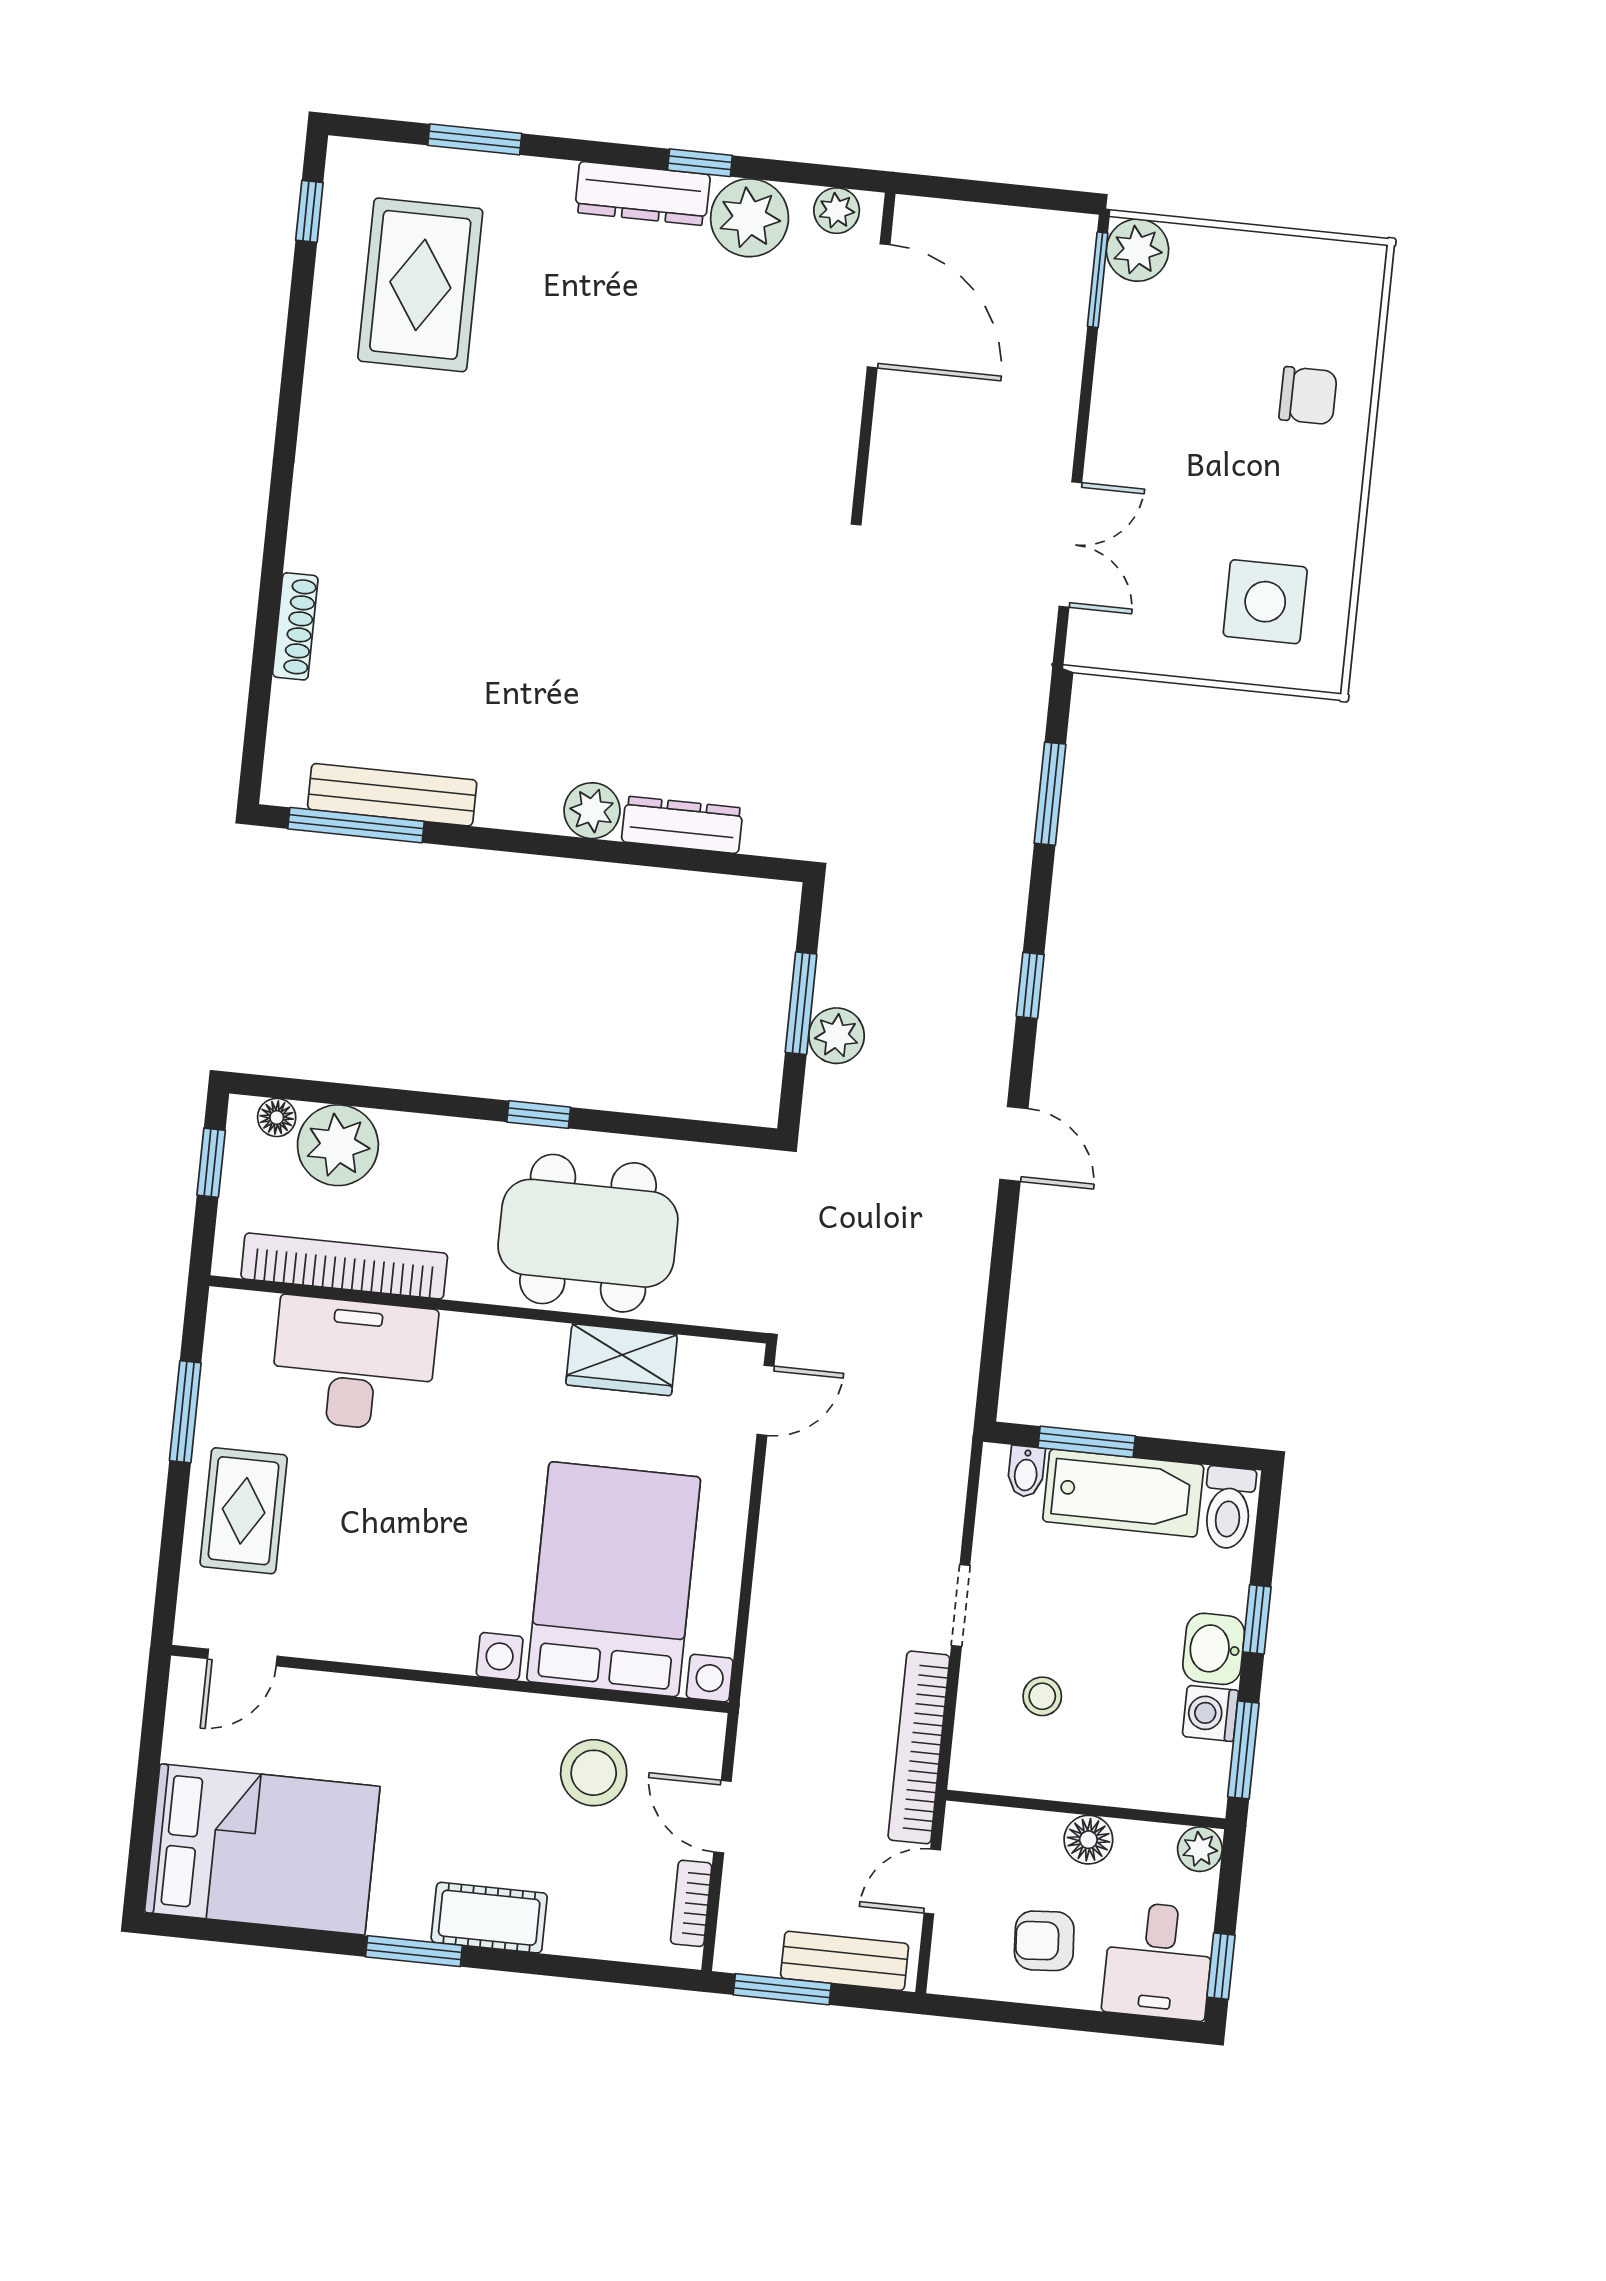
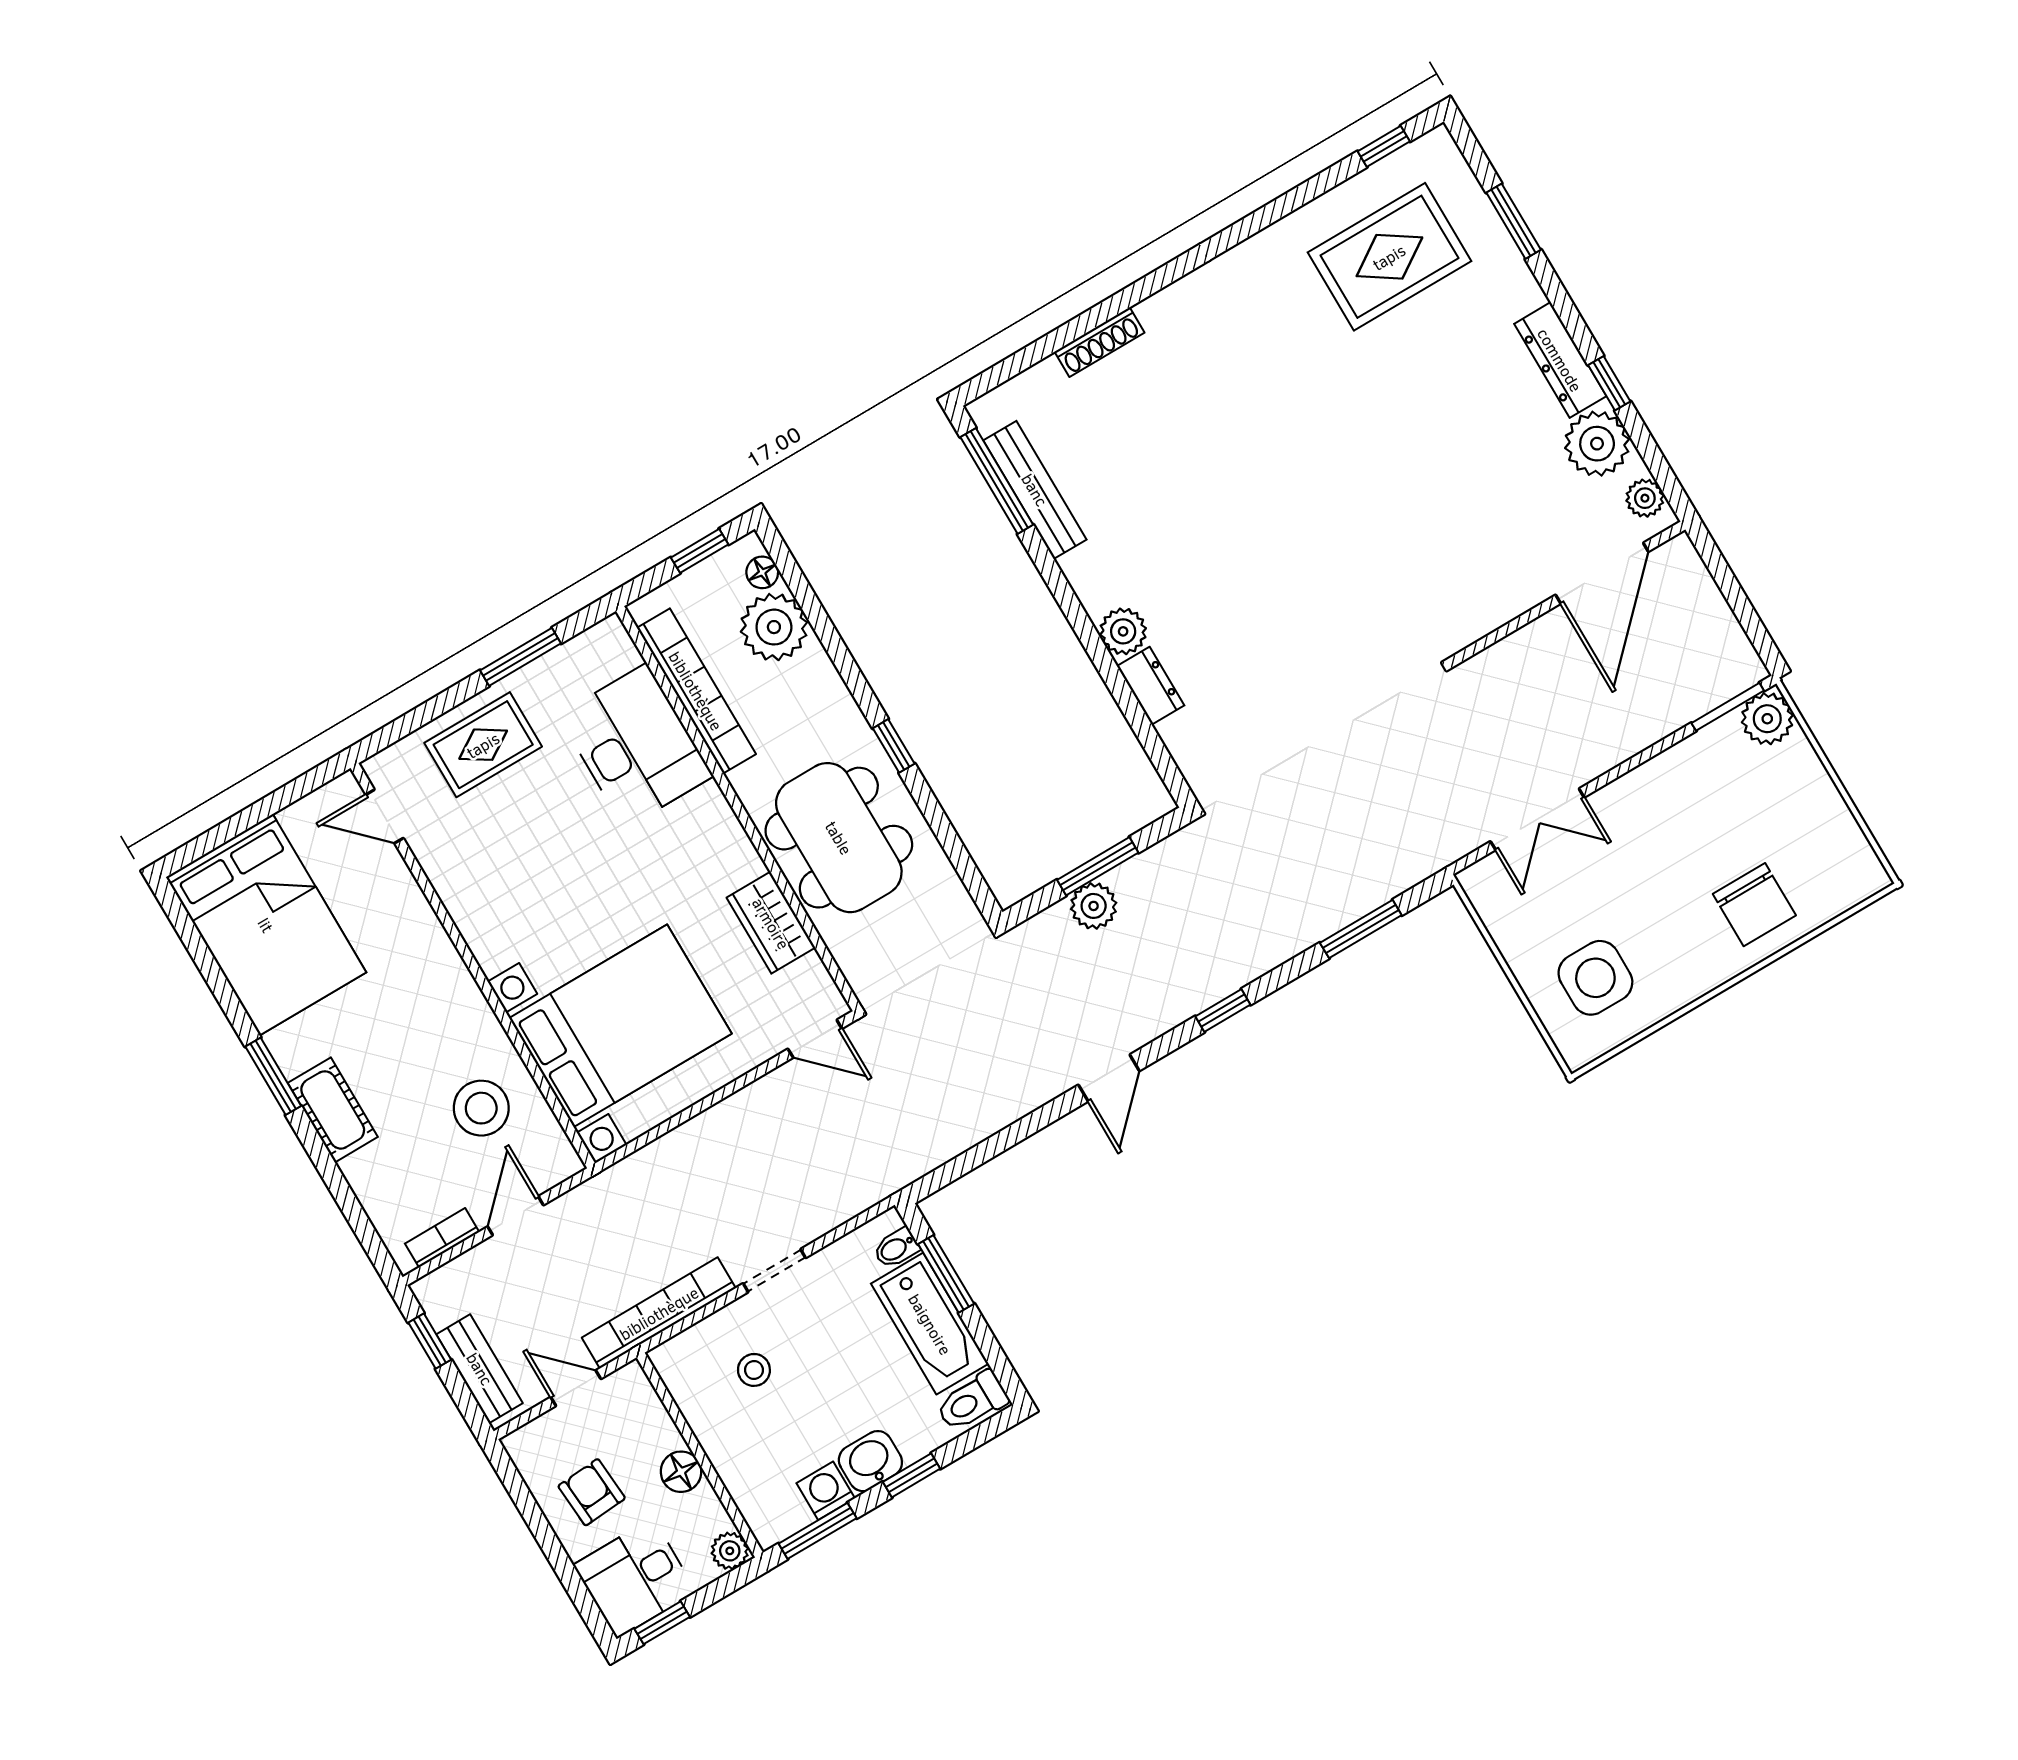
chair: (1308, 396) -> (1754, 905), width x1.37, depth x1.37
dresser: (682, 825) -> (1151, 686), width x0.70
window: (782, 1989) -> (430, 1341), width x0.67

